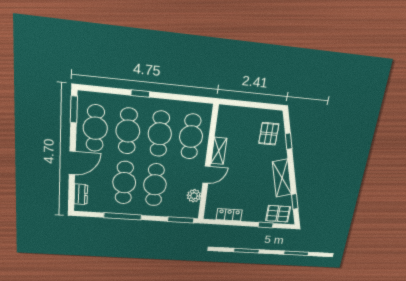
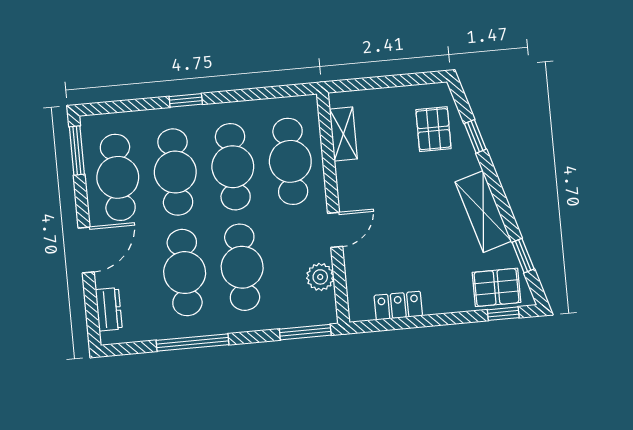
shelving: (219, 151) -> (343, 134), moved
window: (266, 225) -> (503, 314), moved

